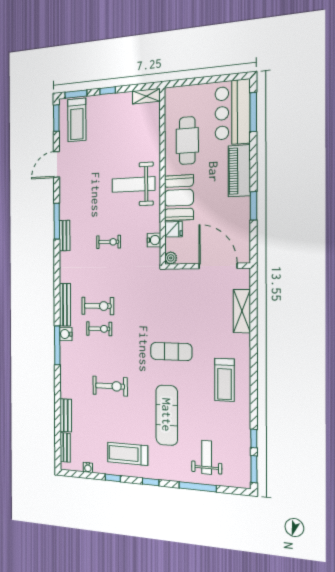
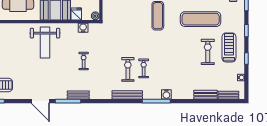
door: (56, 164) -> (40, 101), moved
water cooler: (66, 334) -> (166, 94), moved
exercise bike: (110, 386) -> (208, 52), moved
treadmill: (128, 454) -> (229, 47), turned 180

